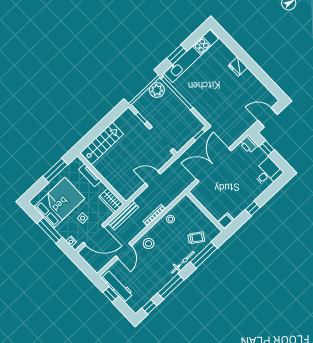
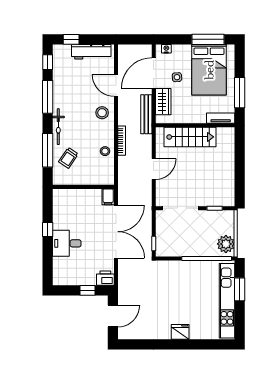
stairs: (102, 143) -> (190, 137), moved, turned -90
desk: (268, 173) -> (67, 243), moved, turned 90
tv unit: (90, 175) -> (221, 118), moved
wardrobe: (111, 201) -> (163, 102), moved, turned 90
filing cabinet: (226, 221) -> (108, 197), moved
window: (50, 230) -> (208, 39), moved
window: (111, 294) -> (71, 39), moved

